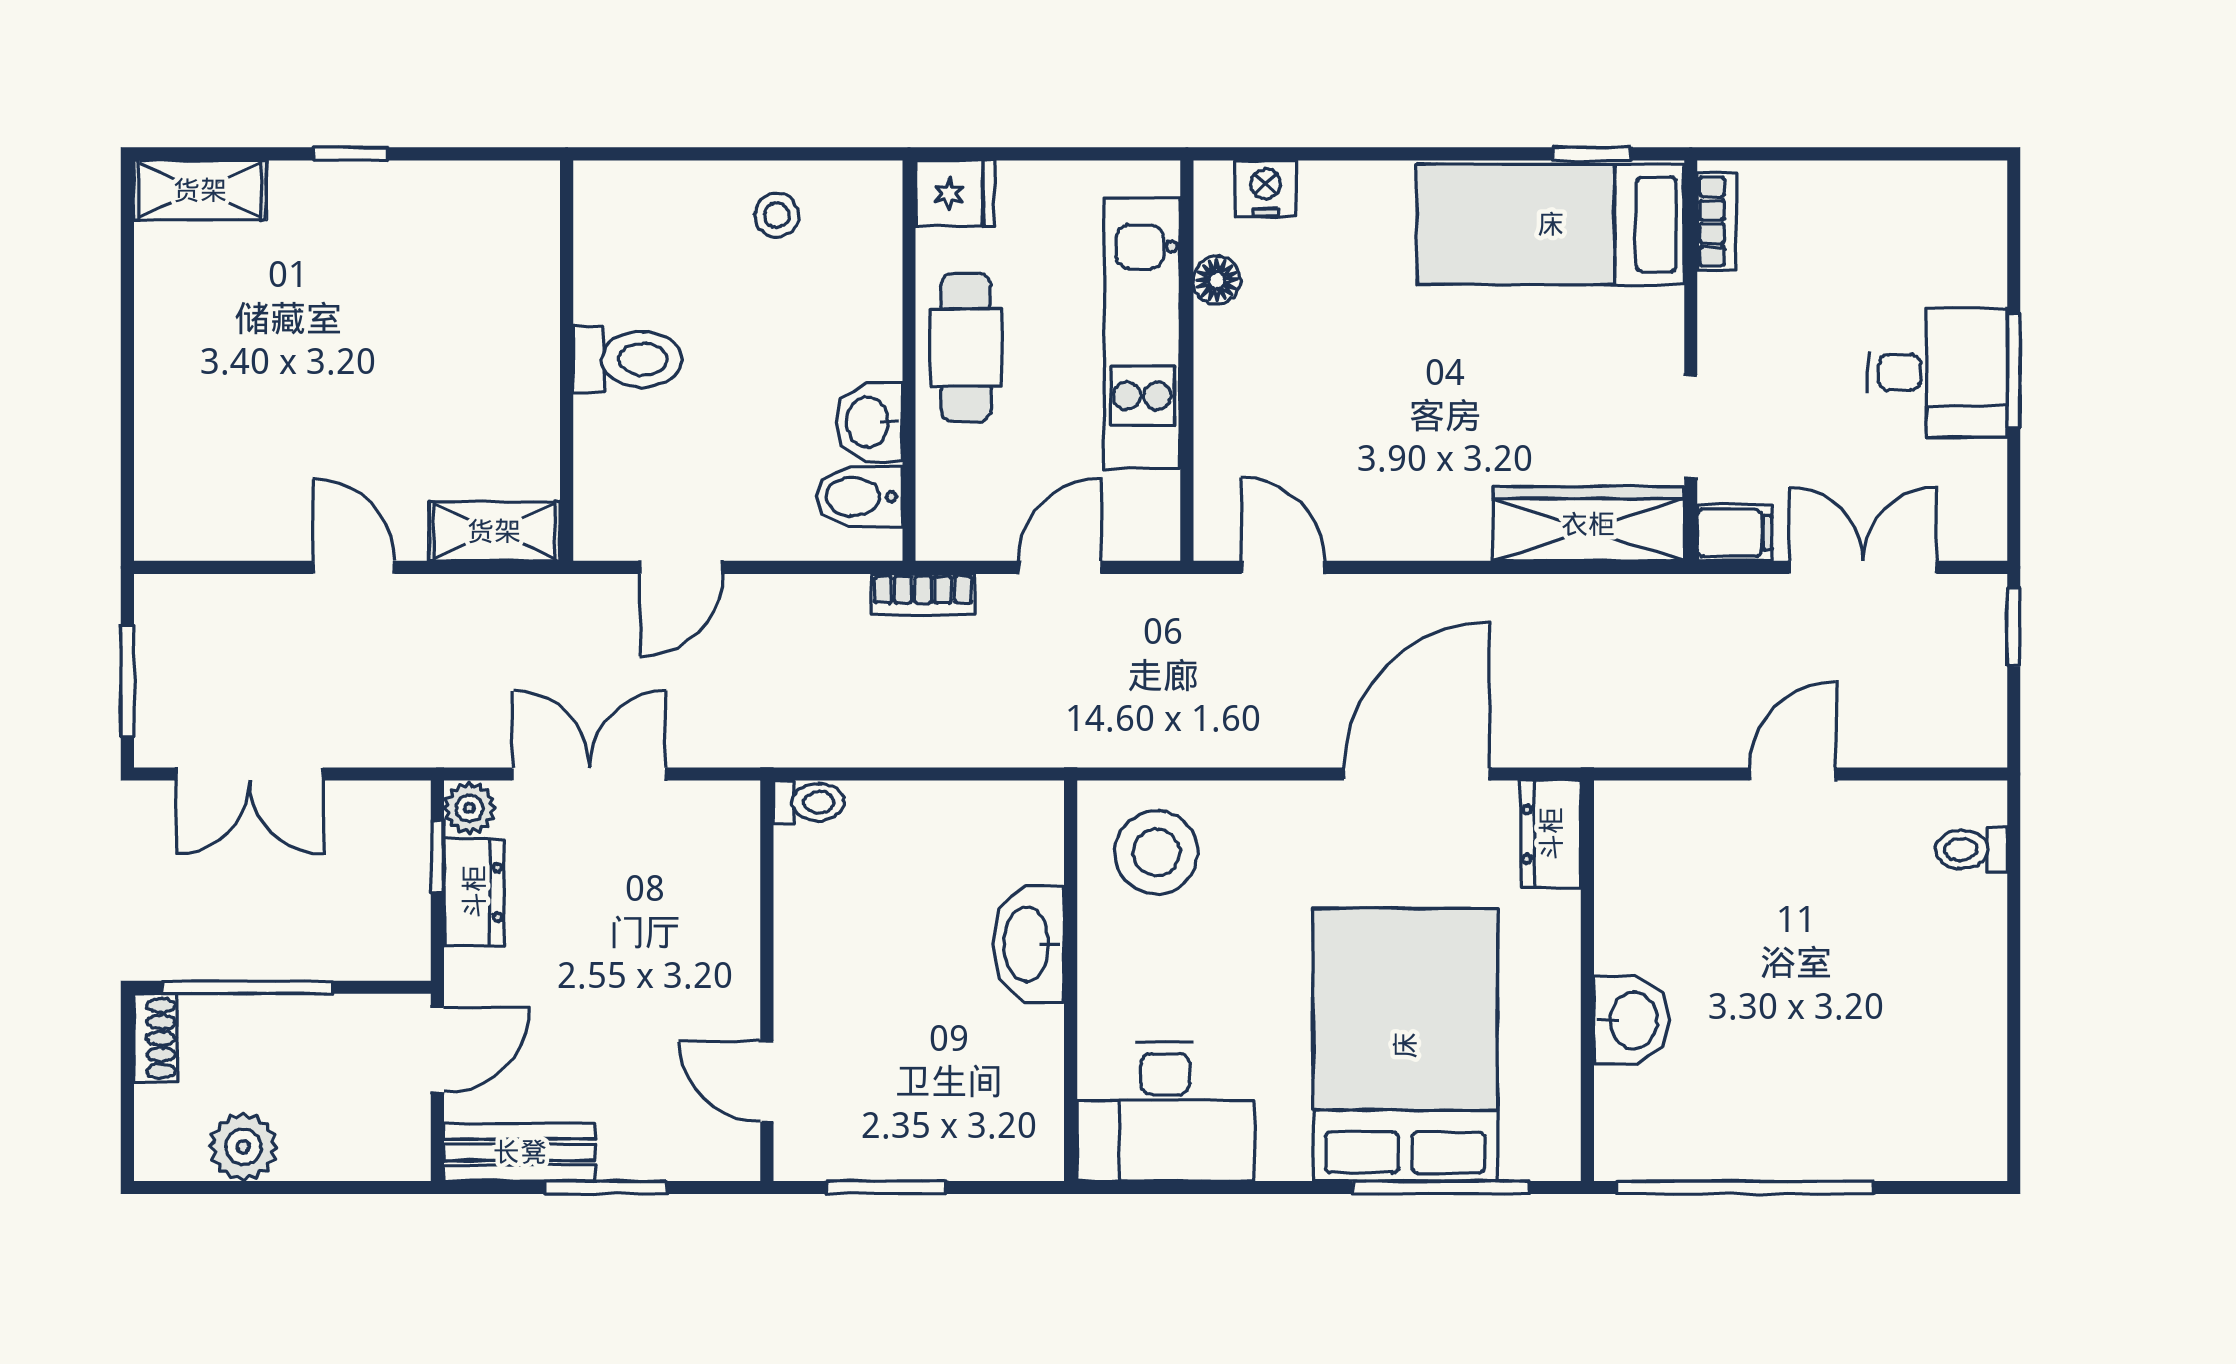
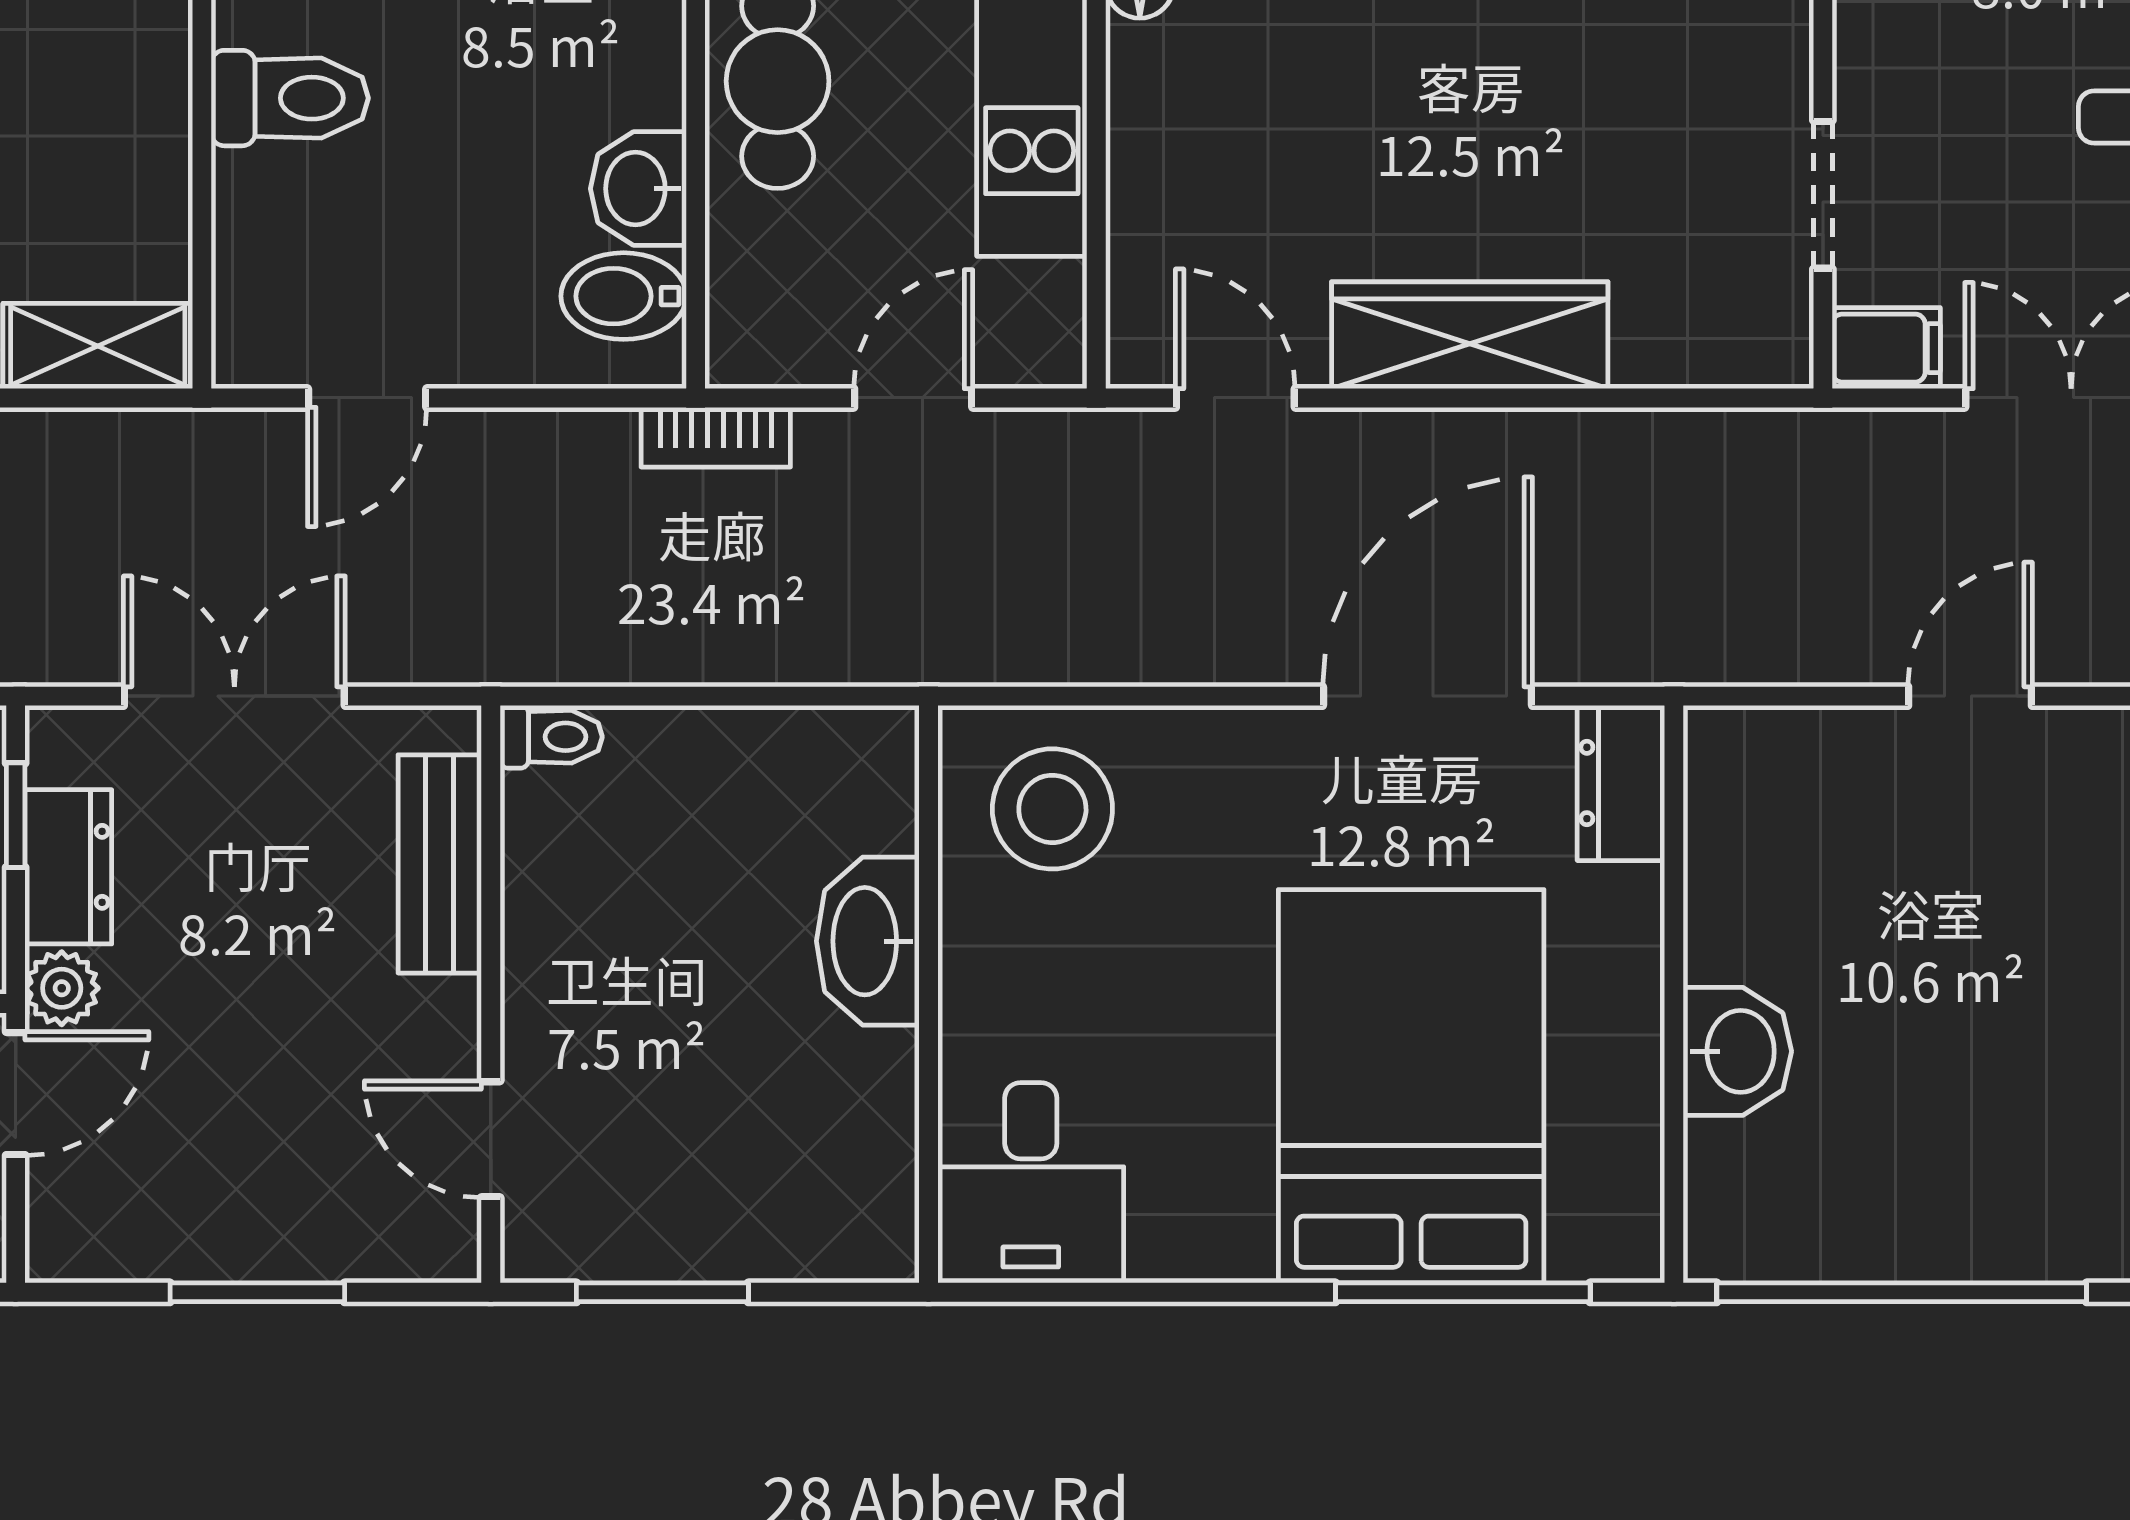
wardrobe: (1588, 524) -> (1470, 335), moved
plant: (469, 808) -> (62, 988), moved
desk: (1165, 1112) -> (1031, 1183), width x0.73
bench: (520, 1152) -> (440, 864), moved, turned 90

